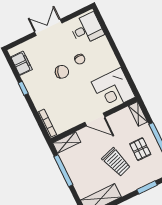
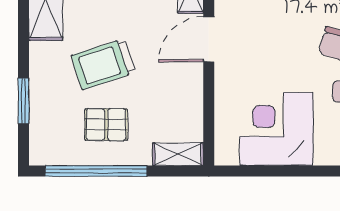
corner desk: (113, 89) -> (276, 129), moved
door: (95, 120) -> (209, 39), moved

